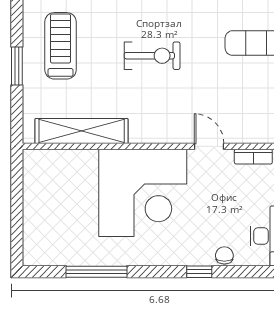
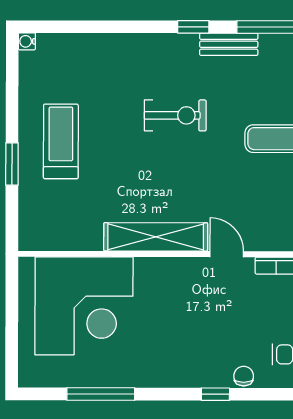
exercise bike: (152, 56) -> (175, 115), moved
shelving: (82, 131) -> (156, 237), moved
corner desk: (143, 193) -> (84, 306), moved

